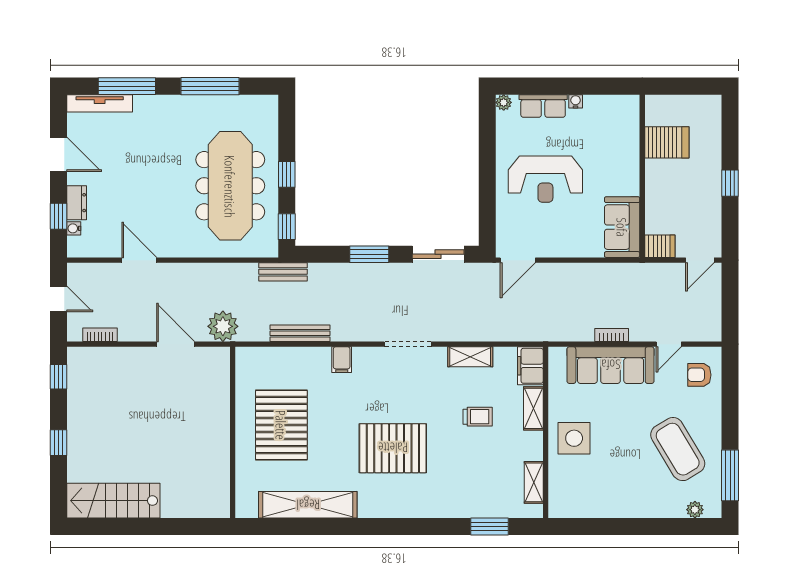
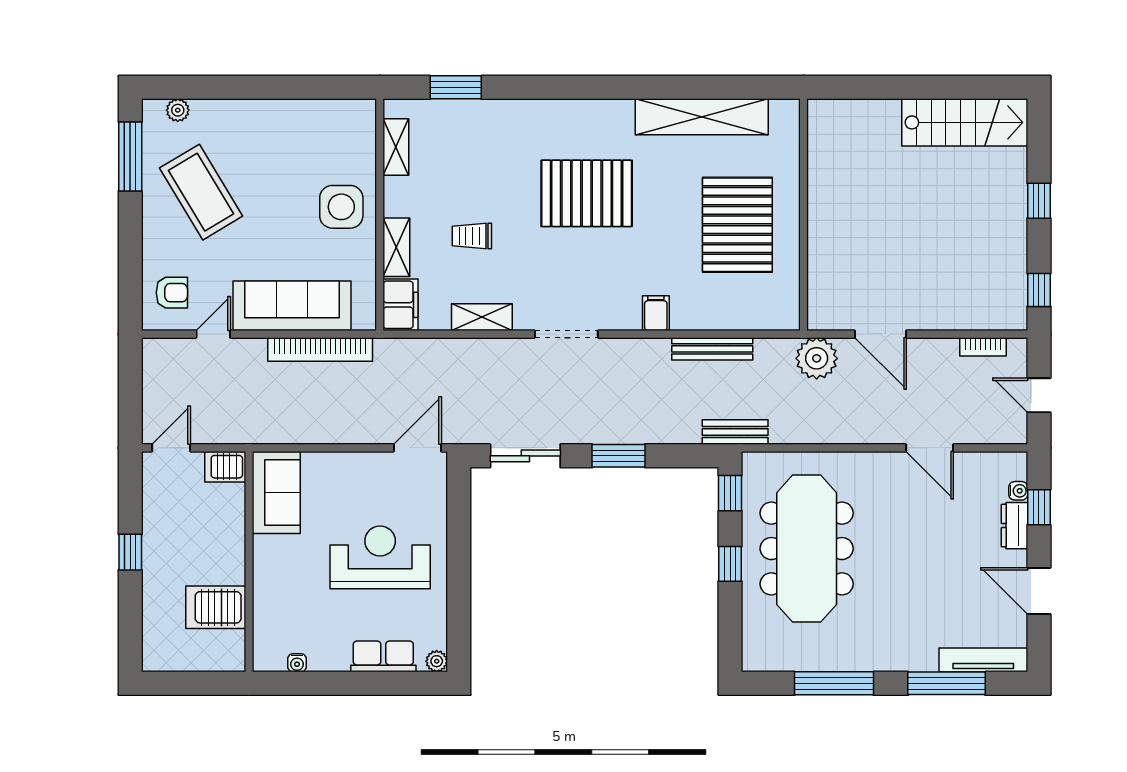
water cooler: (576, 101) -> (297, 663), moved
bookcase: (612, 335) -> (320, 349), width x2.31, depth x1.31

